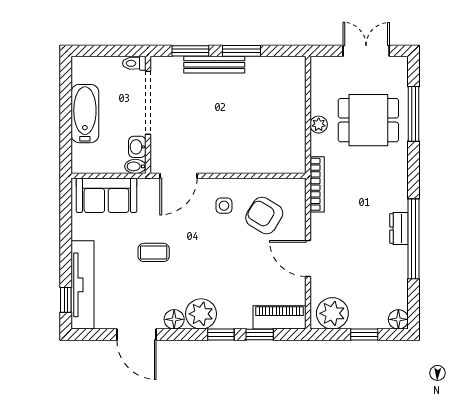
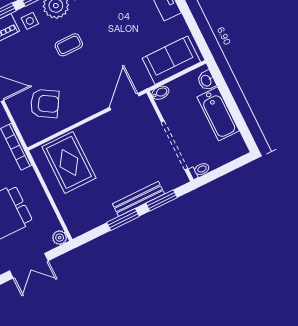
plant: (319, 125) -> (60, 238), moved
rug: (269, 140) -> (69, 162), added
washbasin: (137, 147) -> (206, 80), moved, turned 180
side table: (224, 206) -> (30, 21), moved
coffee table: (154, 252) -> (69, 45), moved

